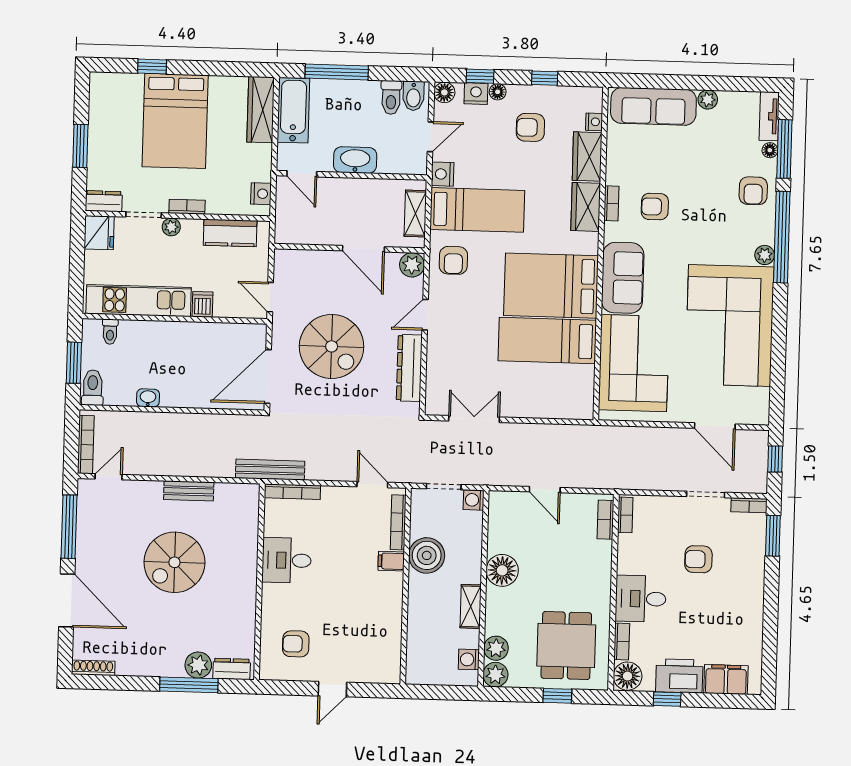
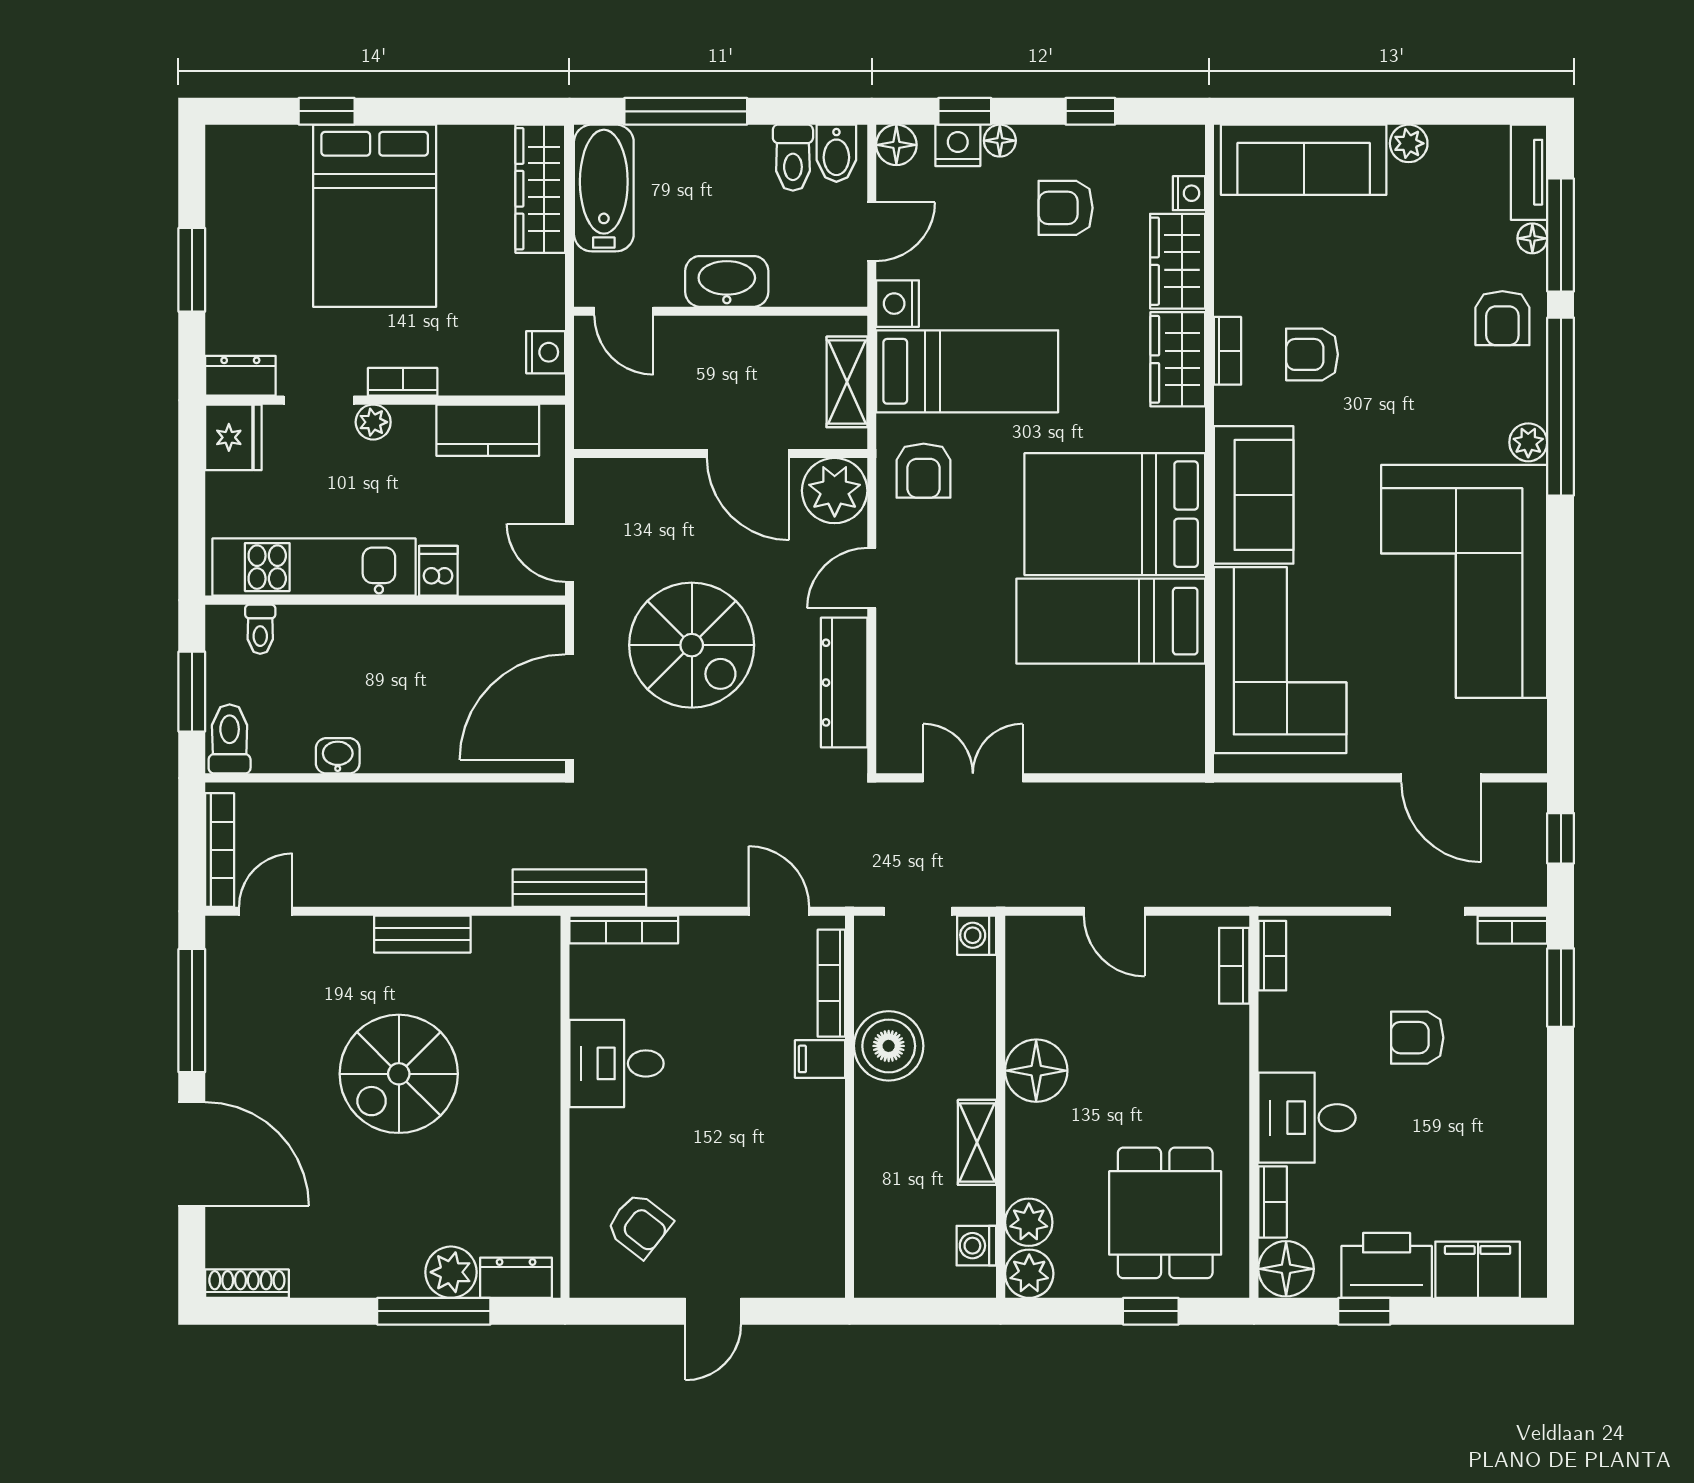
plant: (412, 265) -> (835, 491), width x1.36, depth x1.36
armchair: (296, 644) -> (639, 1225), turned -142

